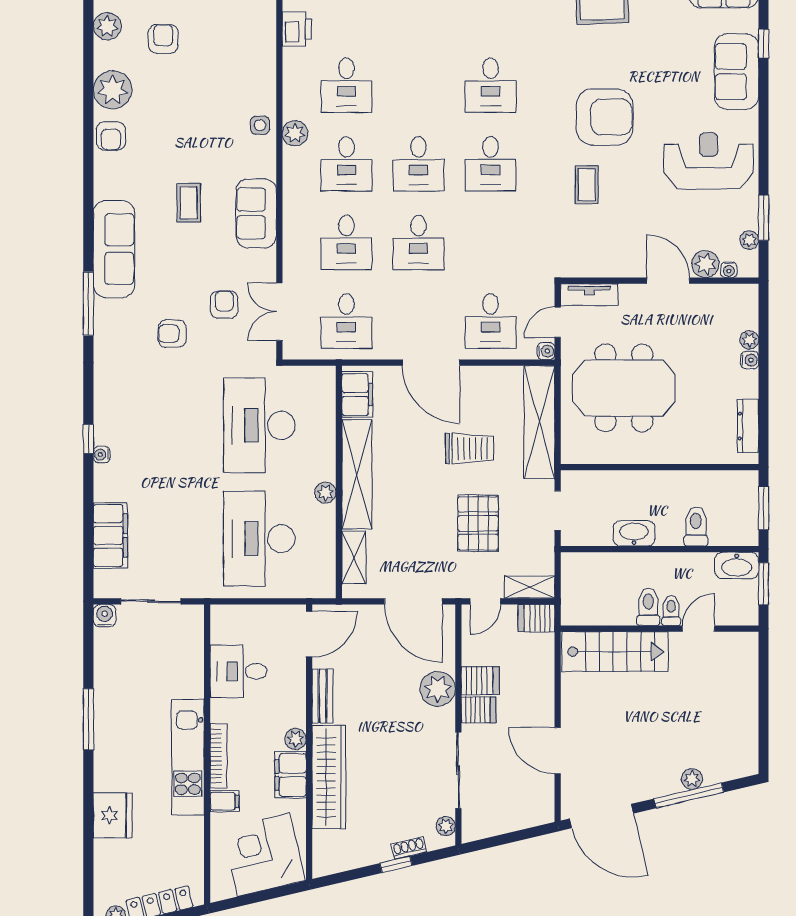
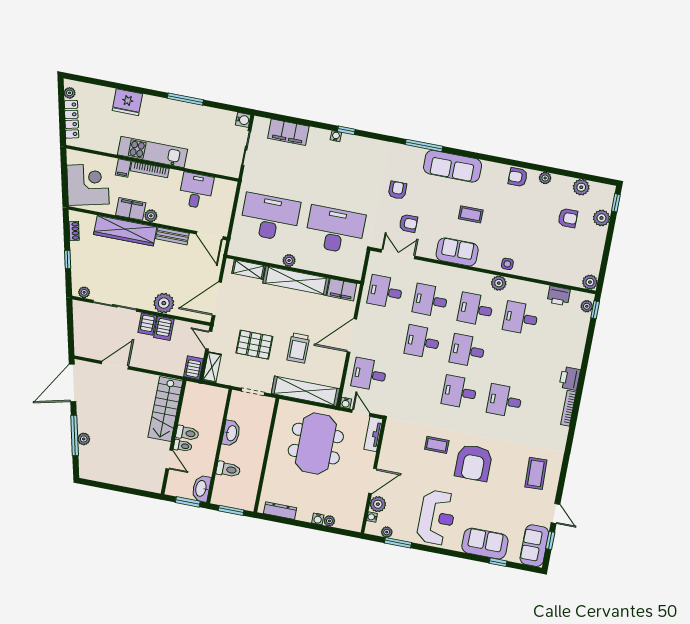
plant: (113, 90) -> (545, 178), width x0.53, depth x0.53
shoe rack: (409, 848) -> (74, 231), moved

